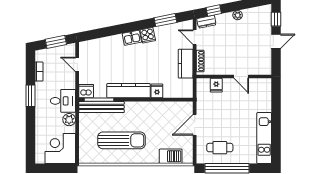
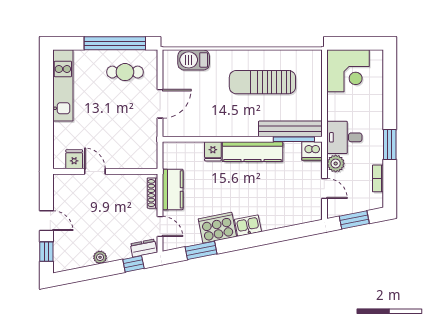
cooker: (148, 35) -> (217, 228), width x1.87, depth x1.31
door: (276, 41) -> (46, 221), swing flipped
fridge: (216, 85) -> (74, 159), moved
plant: (69, 120) -> (336, 164), moved

